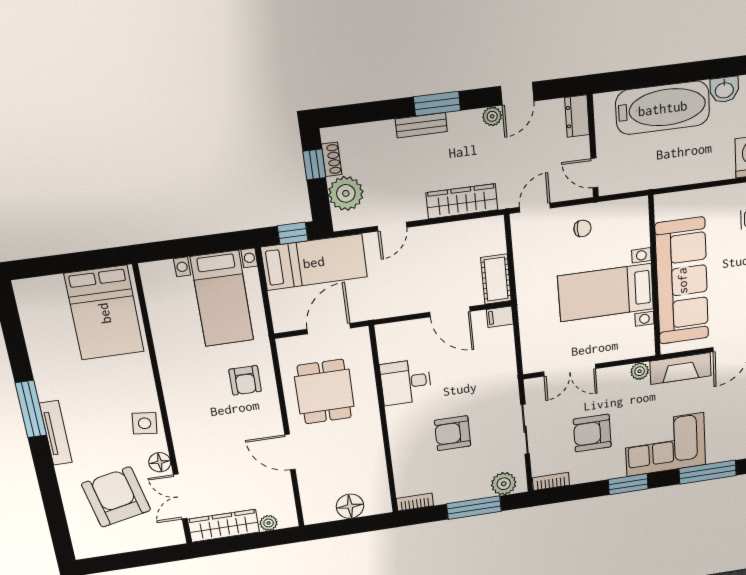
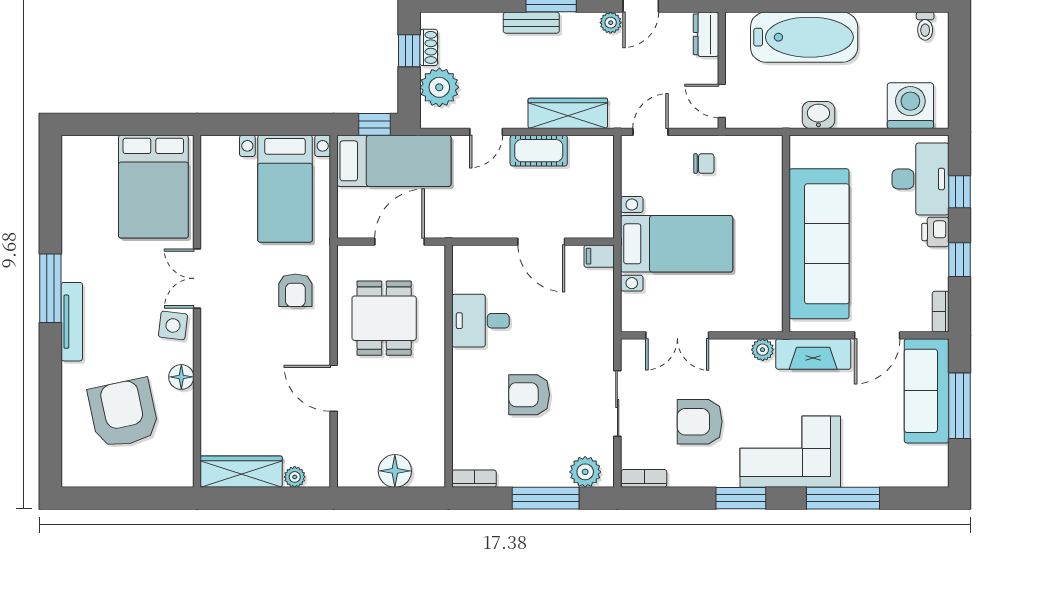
washbasin: (724, 90) -> (818, 115), moved, turned 180
cot: (496, 279) -> (539, 151), moved, turned 90
bed with nightstands: (606, 293) -> (677, 244), moved, turned 180
double door: (180, 497) -> (197, 278), moved

